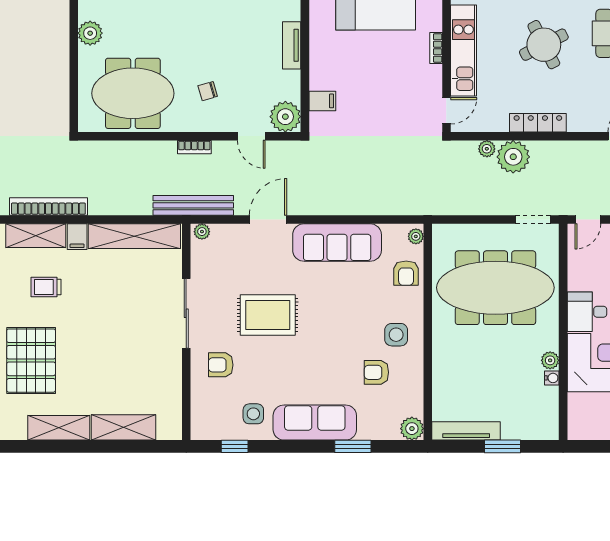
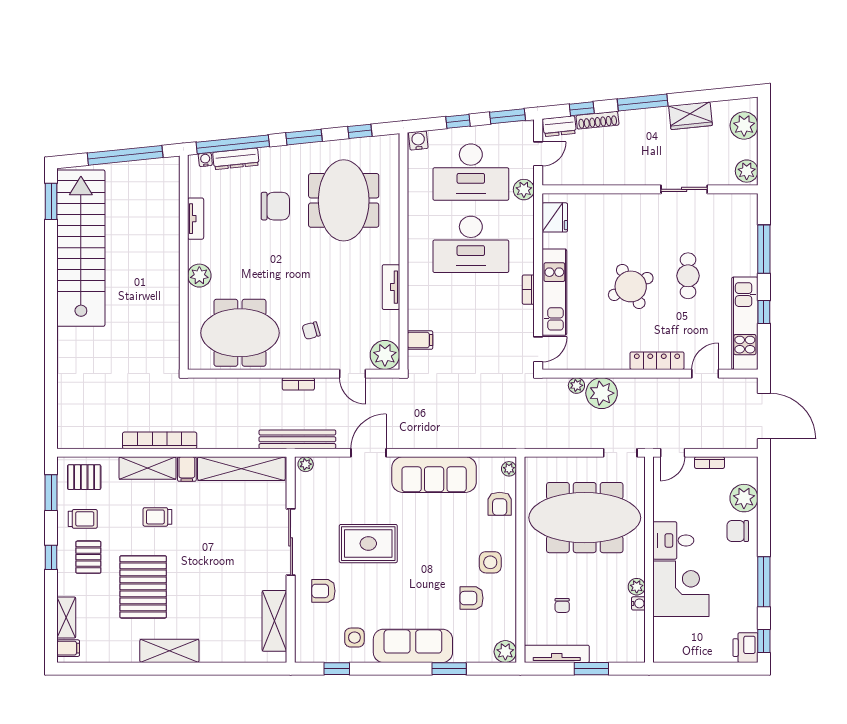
locker: (538, 123) -> (657, 361), moved
chair: (472, 380) -> (562, 605), added
shelving: (123, 427) -> (274, 621), moved, turned 90

